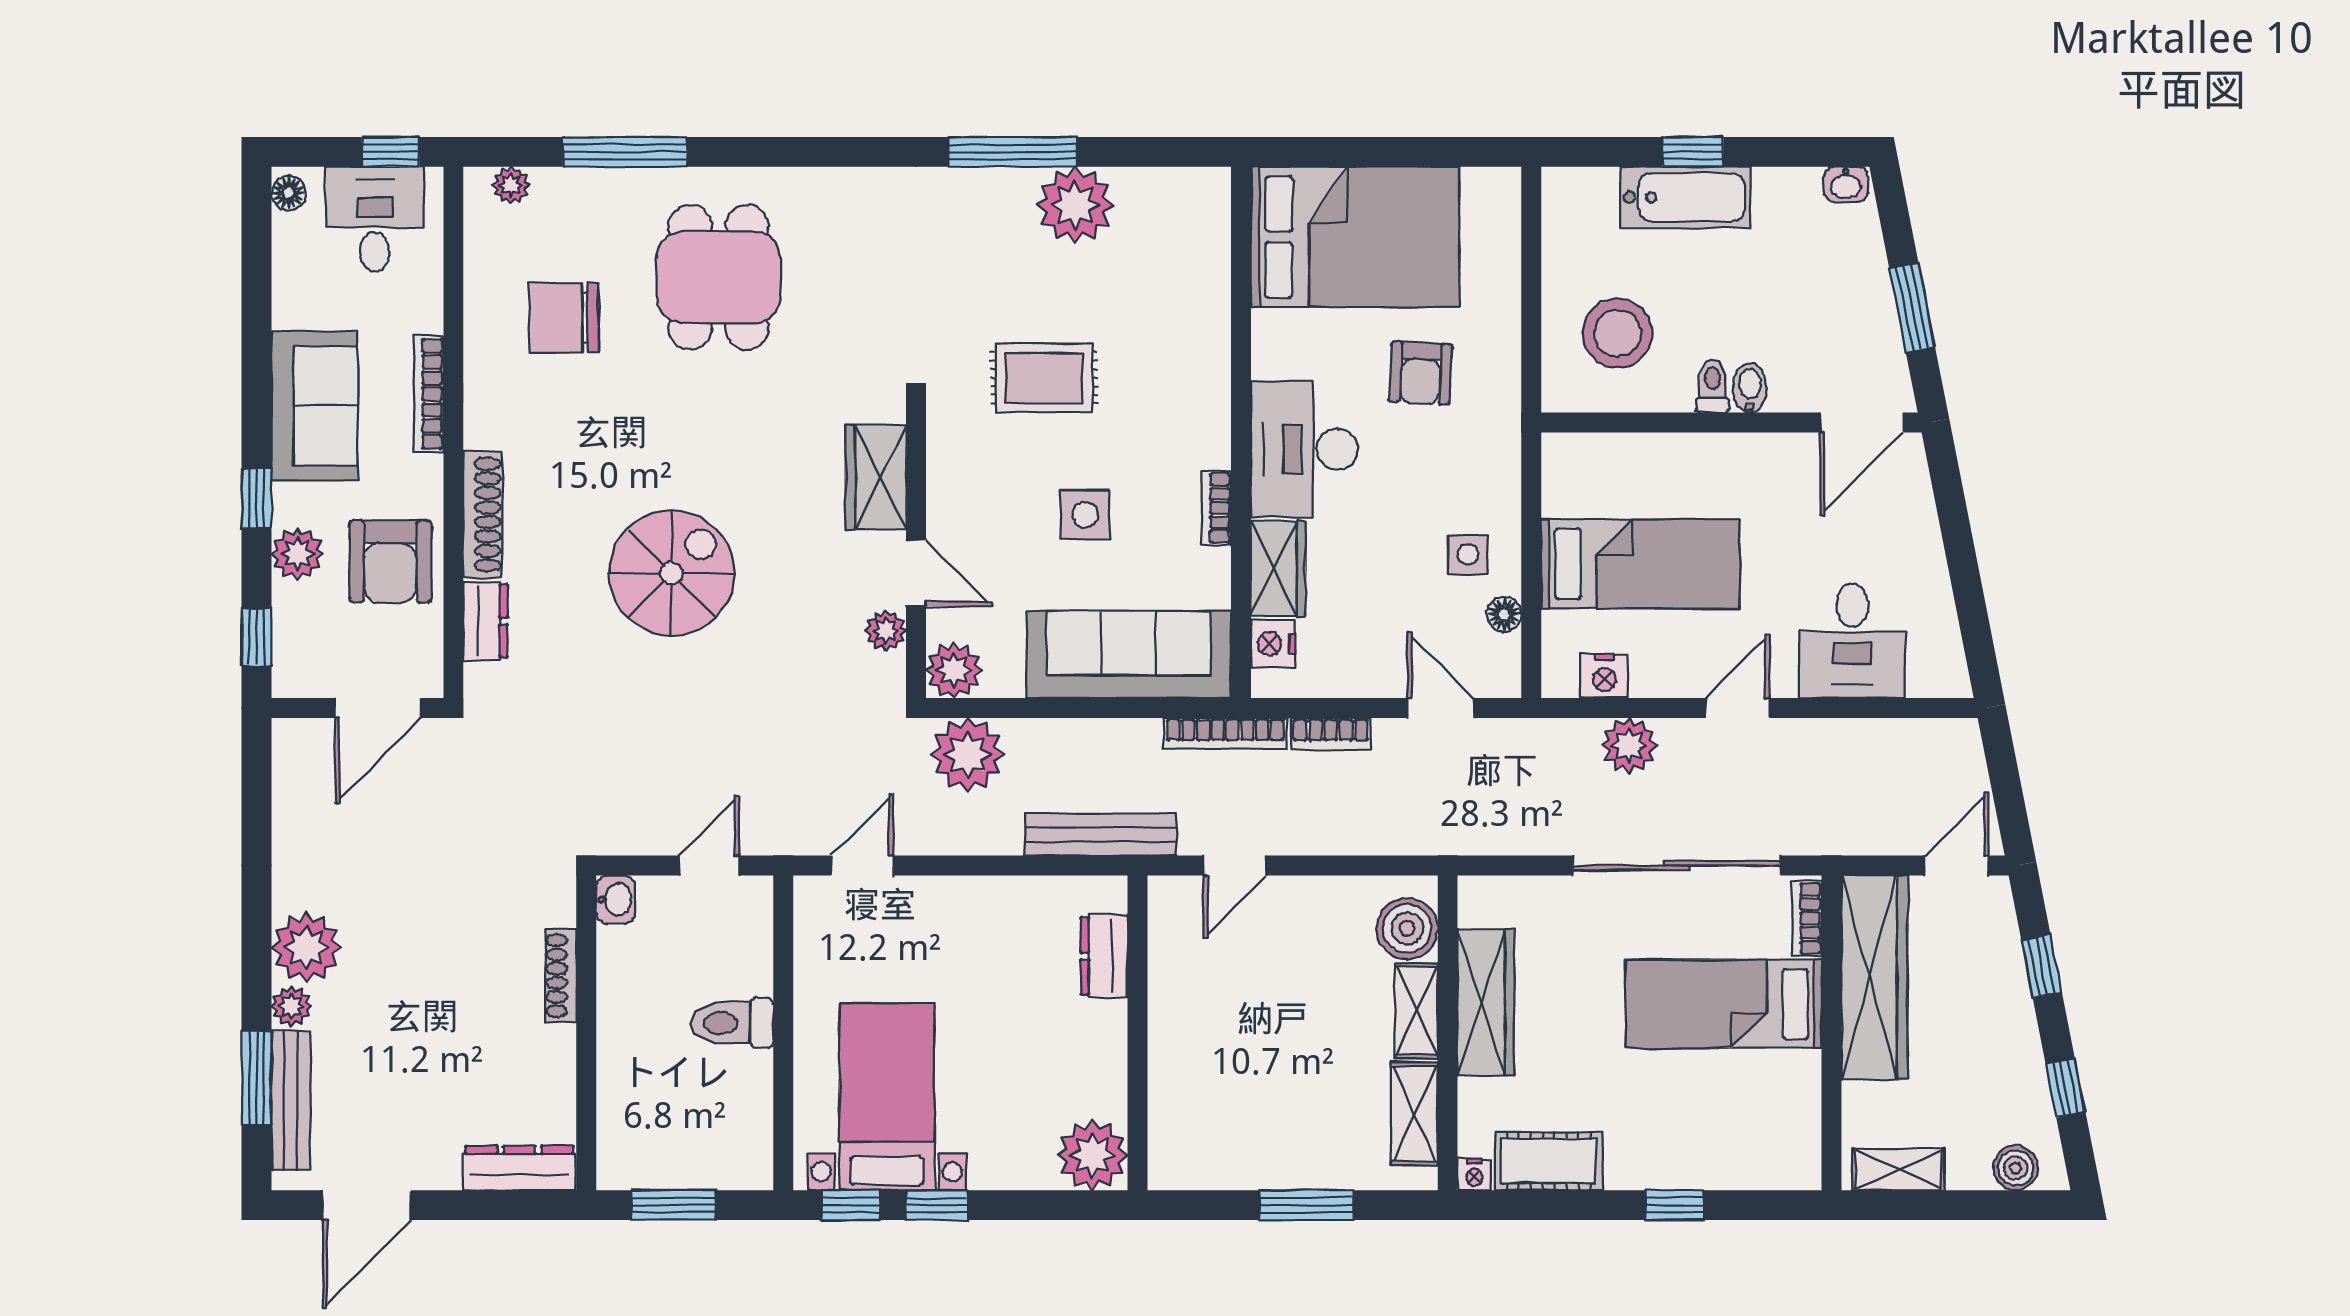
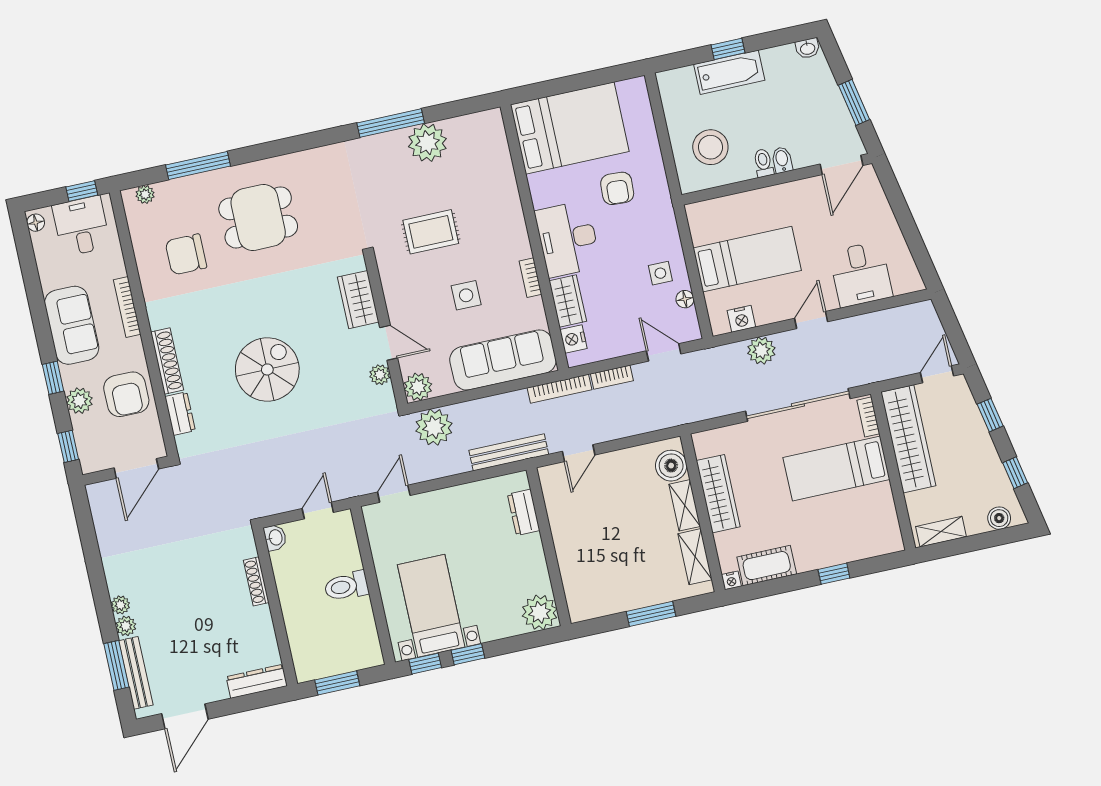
dining table: (718, 277) -> (258, 217), turned 90
plant: (306, 947) -> (120, 605), width x0.53, depth x0.53

